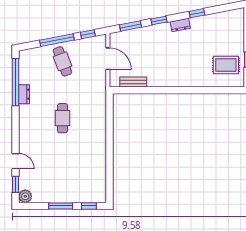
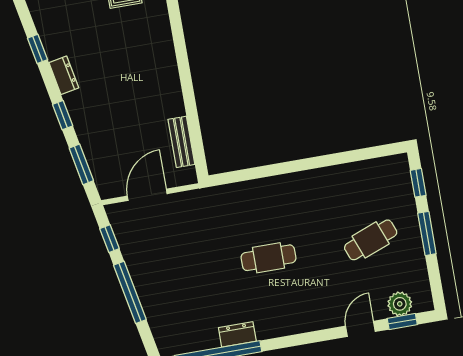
cafe table: (62, 61) -> (371, 240), moved
plant: (25, 196) -> (400, 304), moved

